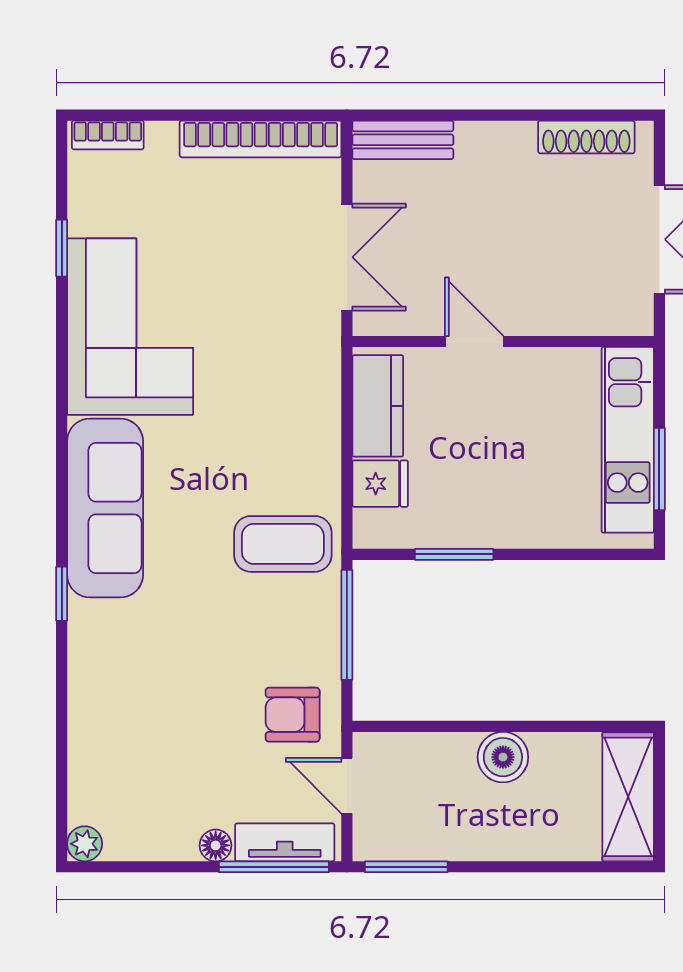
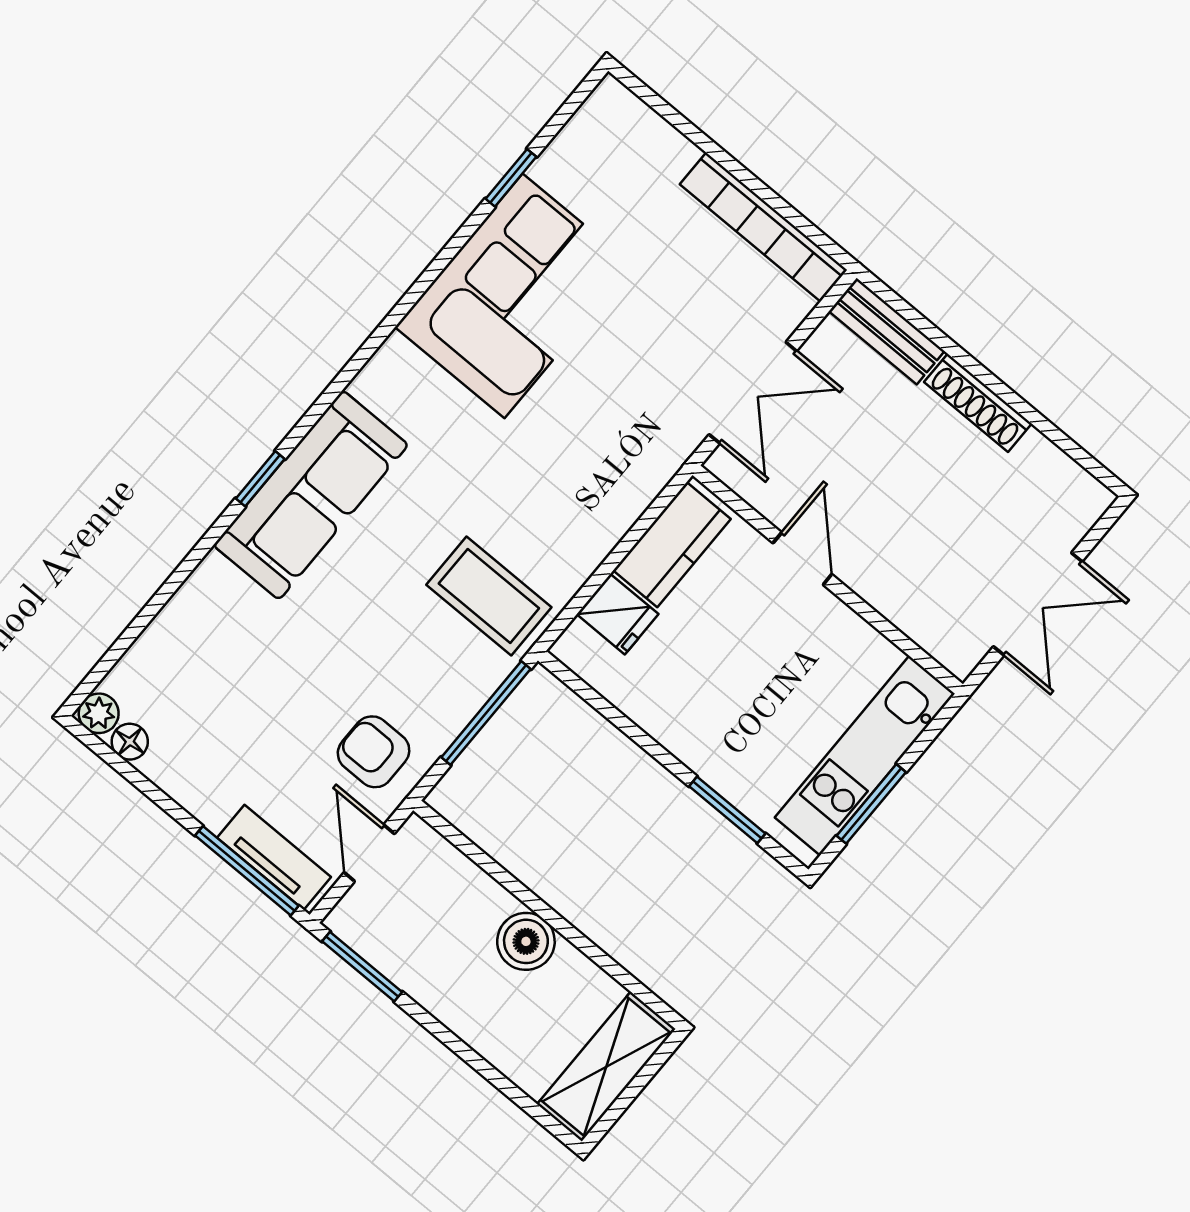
bookcase: (108, 135) -> (633, 113), removed
shoe rack: (586, 137) -> (978, 403), moved
sofa: (105, 508) -> (311, 495), moved
window: (454, 554) -> (727, 810), moved
floor lamp: (216, 845) -> (130, 742), moved

